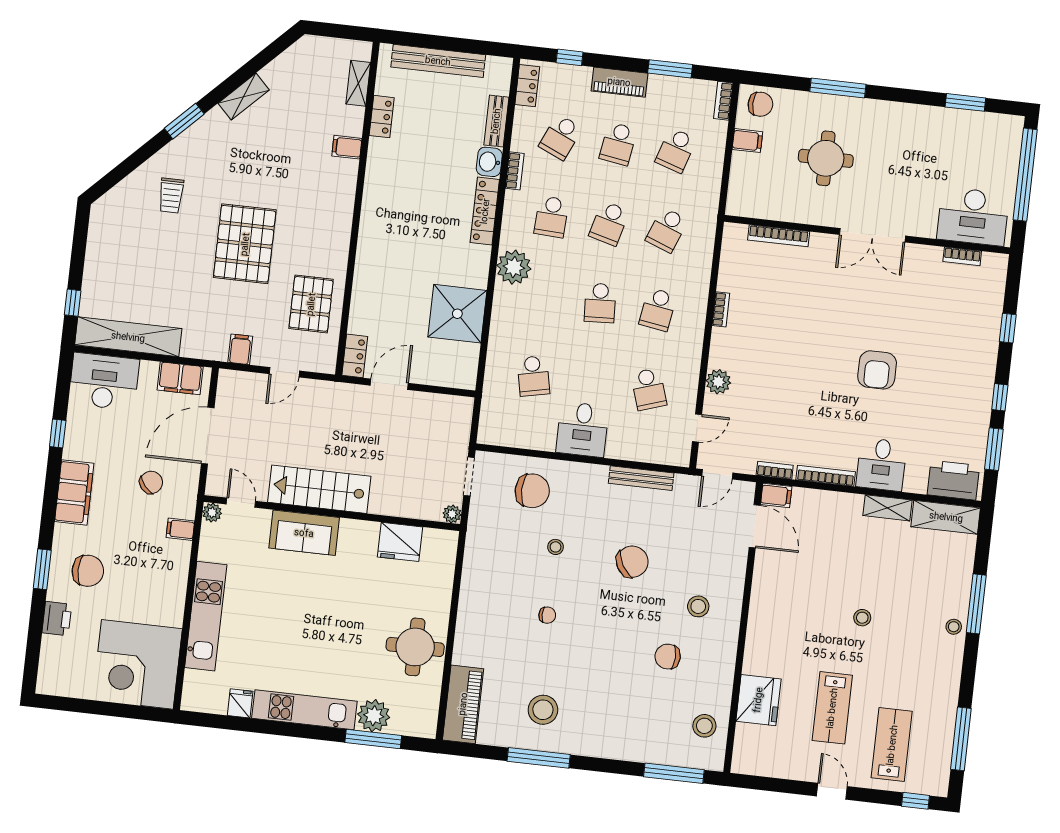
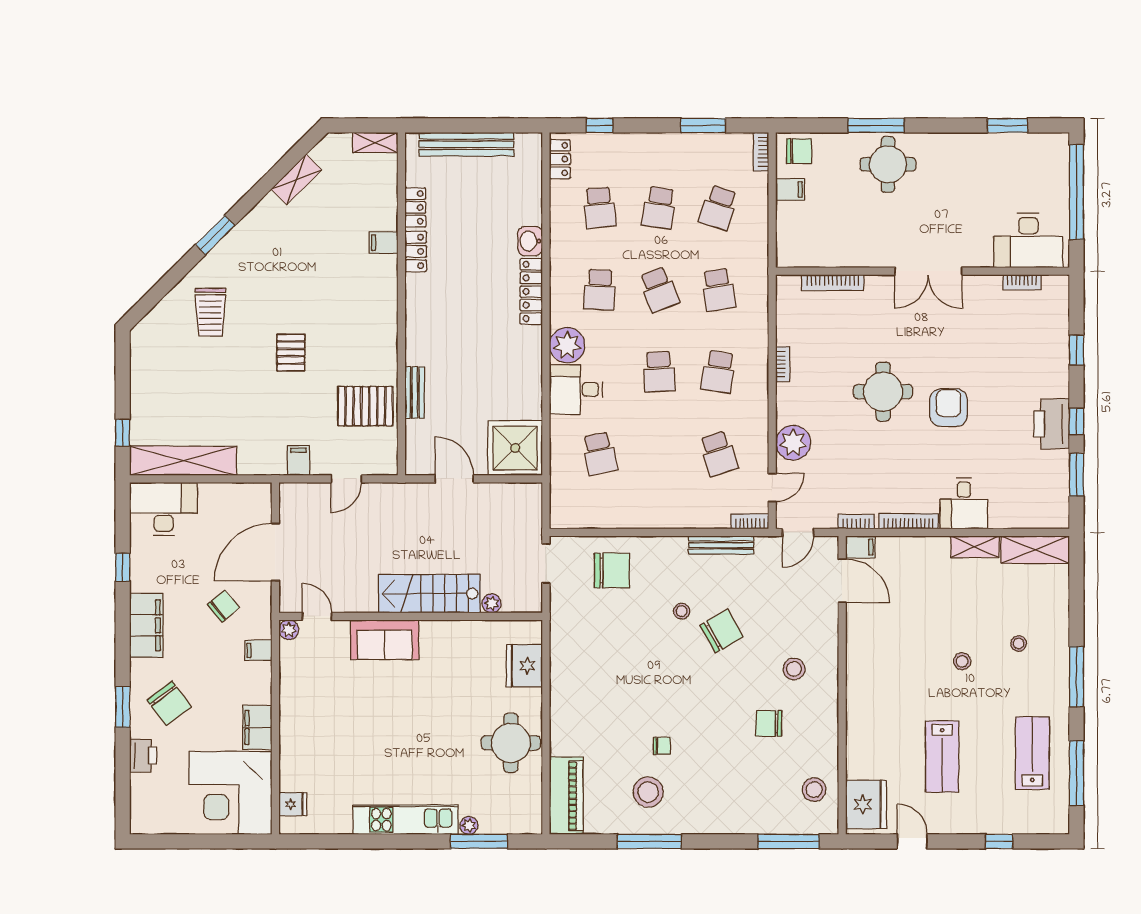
piano: (619, 82) -> (653, 145), removed
shelving: (358, 83) -> (375, 143), moved, turned 90
shelving: (244, 97) -> (296, 179), moved
bench: (496, 121) -> (415, 393), moved
school desk: (561, 137) -> (600, 208), turned -30
round table: (826, 158) -> (888, 164), moved
bookcase: (515, 171) -> (750, 521), moved, turned -90
trolley: (171, 196) -> (210, 312), width x1.36, depth x1.39
school desk: (609, 223) -> (659, 290), turned -36
school desk: (667, 230) -> (718, 290), turned -30
pallet: (245, 244) -> (291, 353), width x0.49, depth x0.50
pallet: (311, 304) -> (365, 406), turned 90
shower: (457, 314) -> (515, 448), moved
round table: (815, 347) -> (883, 392), added
locker: (355, 356) -> (416, 251), moved
armchair: (877, 370) -> (948, 408), turned 180
filing cabinet: (180, 378) -> (257, 727), moved, turned 90
plant: (718, 382) -> (793, 443), width x1.36, depth x1.36
door: (389, 384) -> (454, 479), hinge flipped
desk: (582, 429) -> (576, 390), moved, turned 90
printer: (953, 480) -> (1052, 424), moved, turned -90
stairs: (319, 489) -> (429, 594), moved
plant: (452, 514) -> (492, 603), moved
fridge: (400, 542) -> (524, 666), moved, turned 90
stool: (556, 547) -> (682, 611), moved
chair: (88, 571) -> (169, 703), turned 53
window: (976, 604) -> (1076, 677), moved
chair: (547, 615) -> (662, 746), moved
kitchen unit: (206, 616) -> (294, 736), removed
stool: (954, 627) -> (1019, 644), moved
fridge: (758, 700) -> (866, 804), moved
fridge: (240, 703) -> (293, 804), moved, turned 90
plant: (374, 716) -> (469, 825), width x0.53, depth x0.53
lab bench: (892, 745) -> (1032, 753), moved
door: (832, 791) -> (912, 841), moved
window: (916, 801) -> (999, 841), moved

